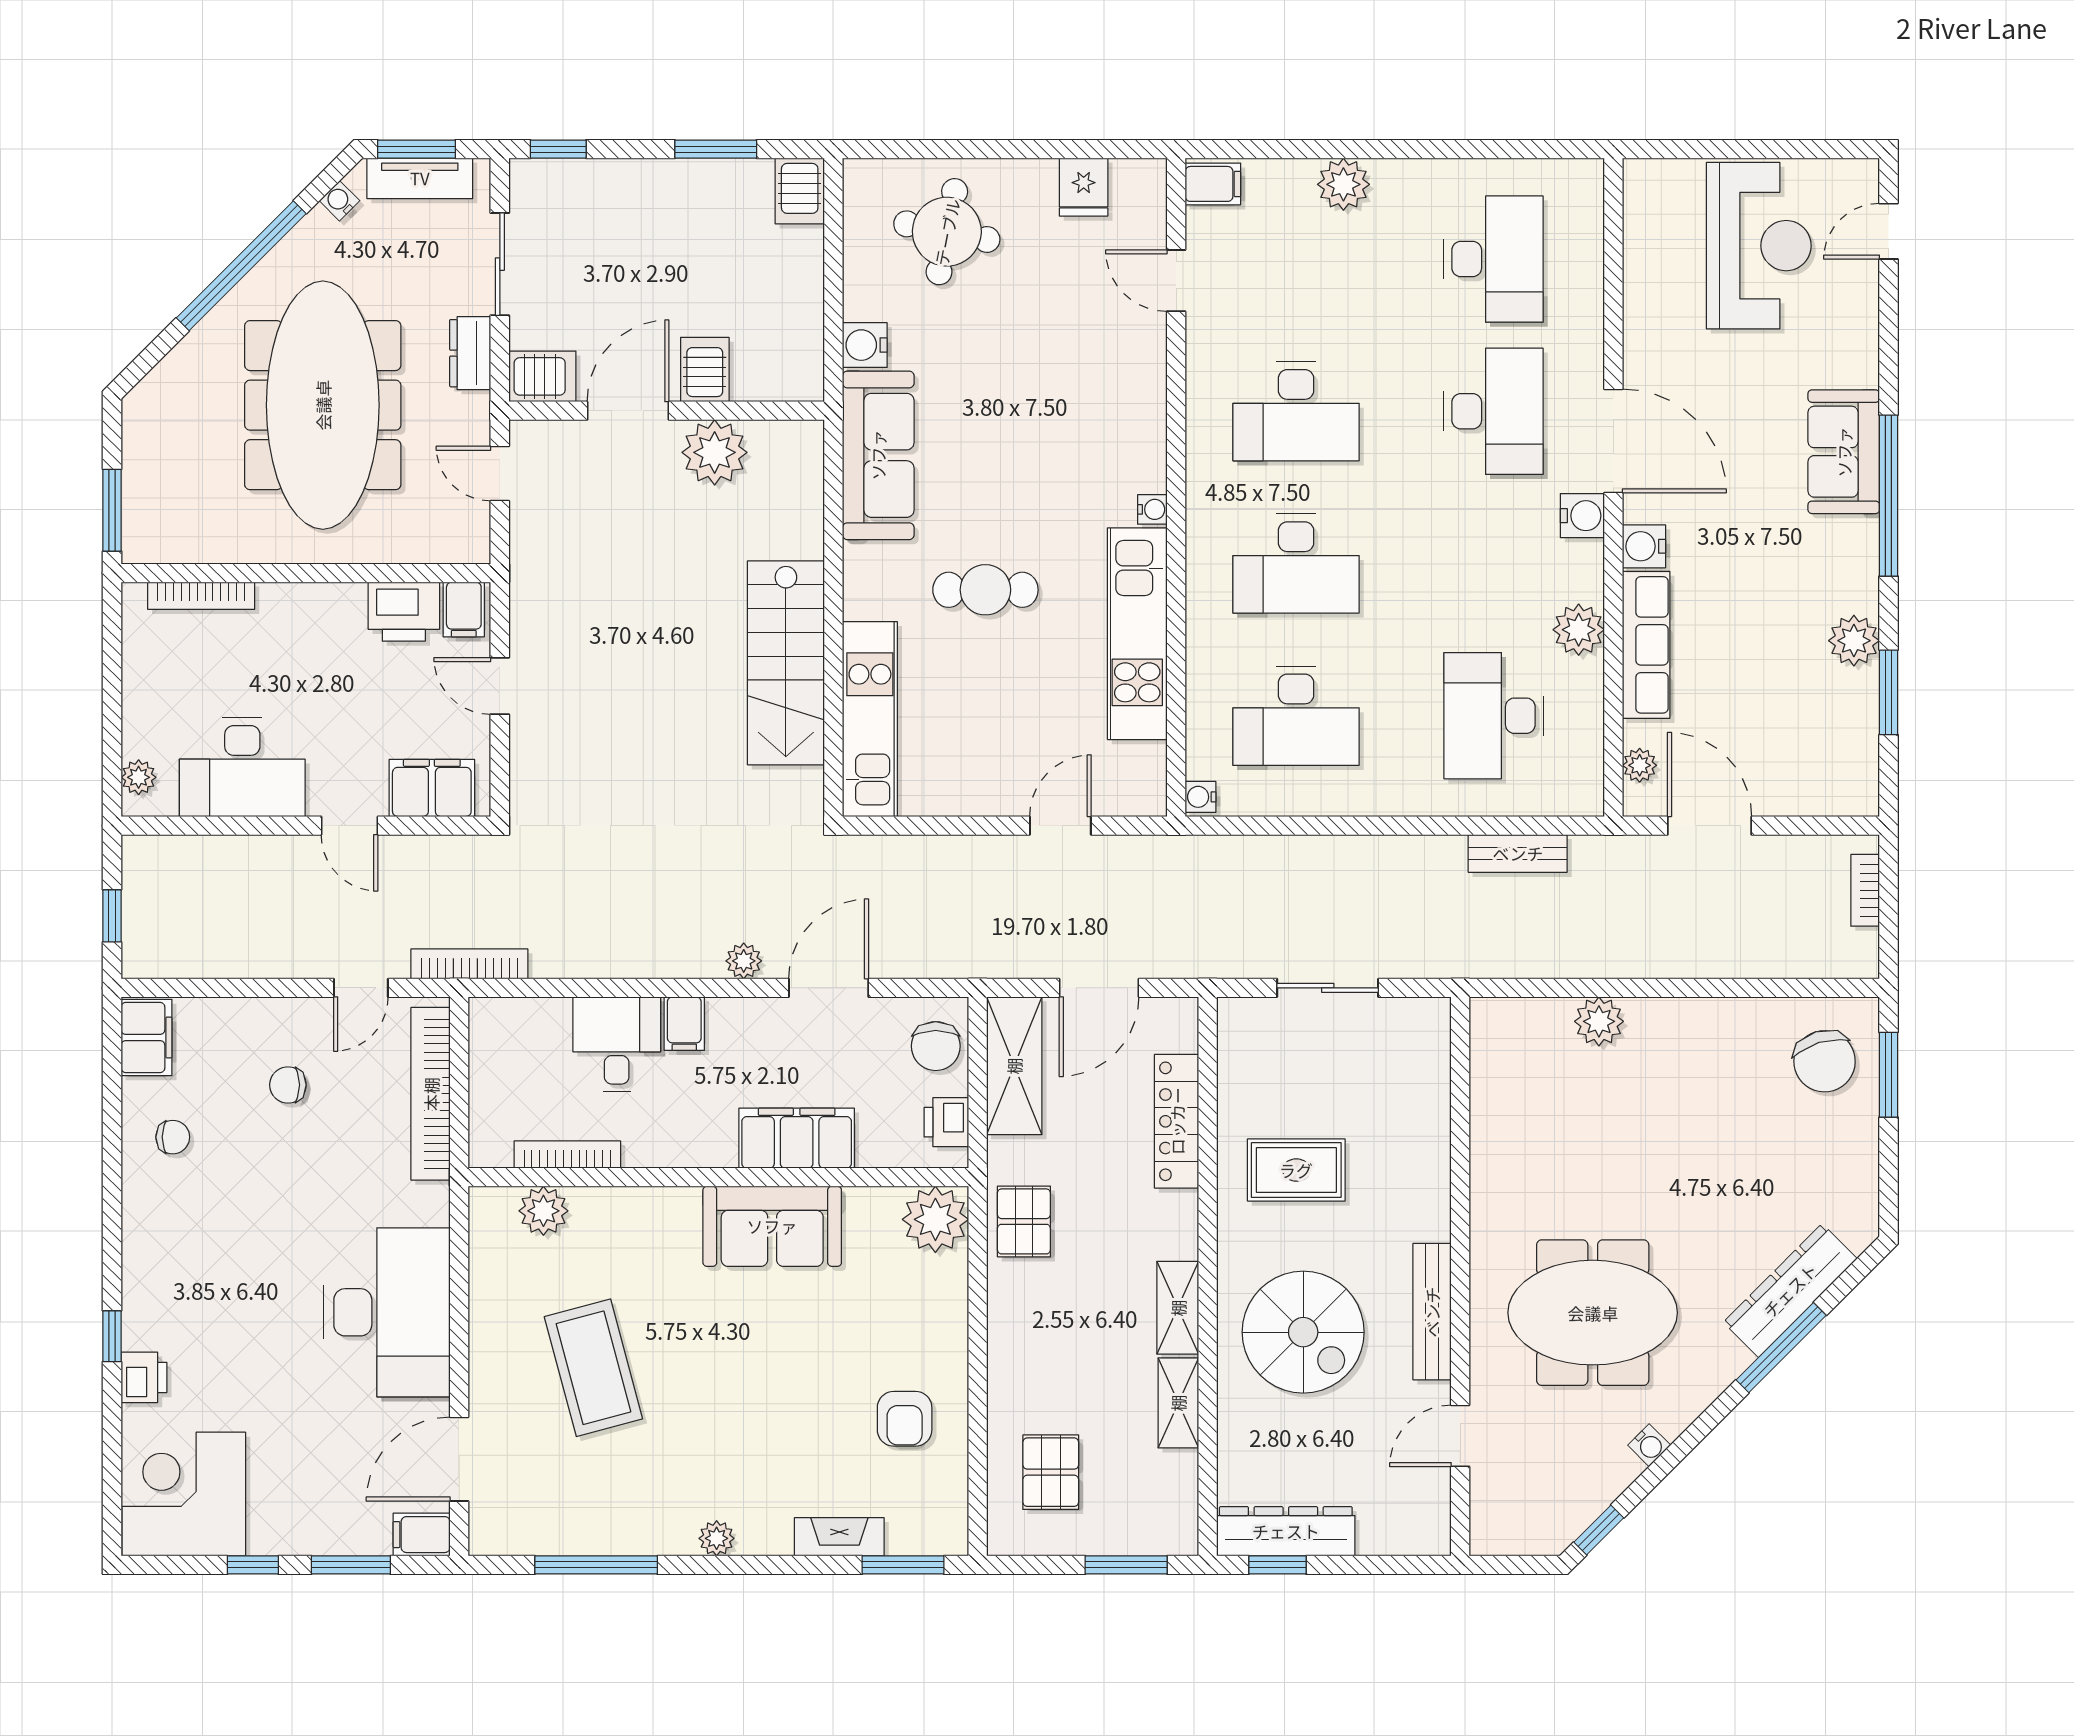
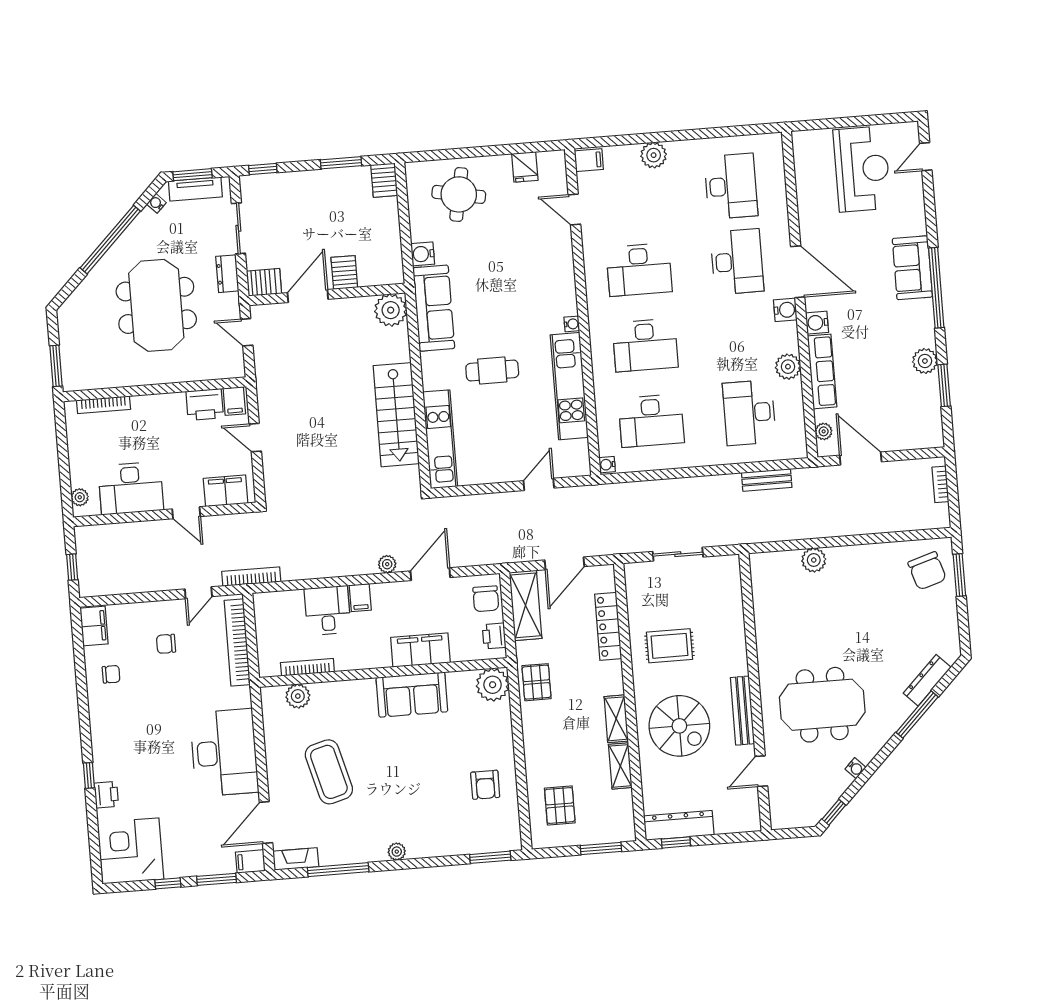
meeting table: (323, 405) -> (156, 305), width x0.73
plant: (715, 452) -> (391, 310), moved
dresser: (1790, 1290) -> (927, 680), width x0.73, depth x0.80
fireplace: (839, 1537) -> (296, 859), moved

